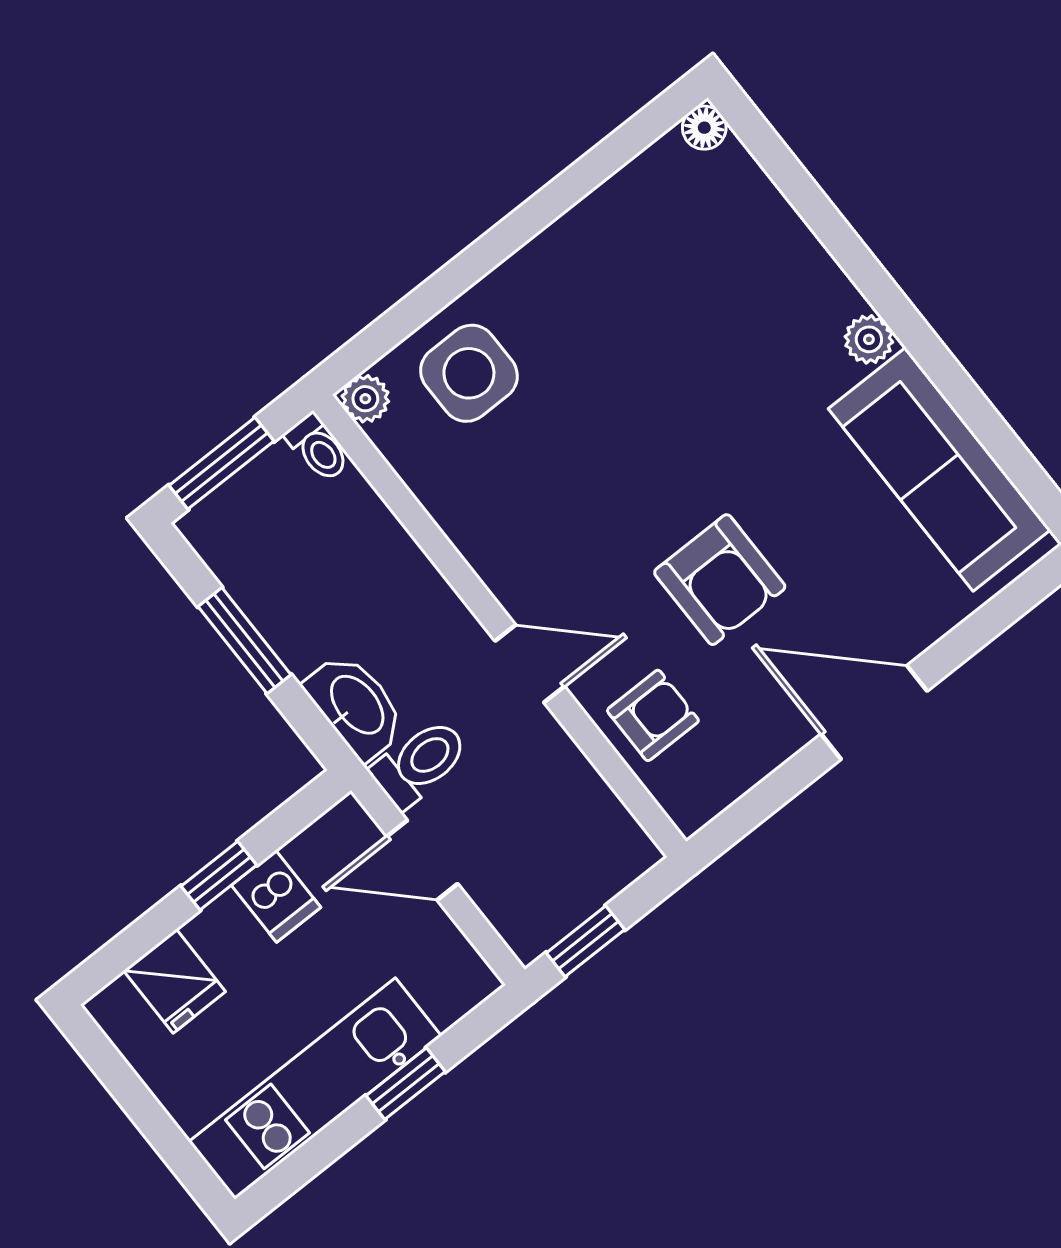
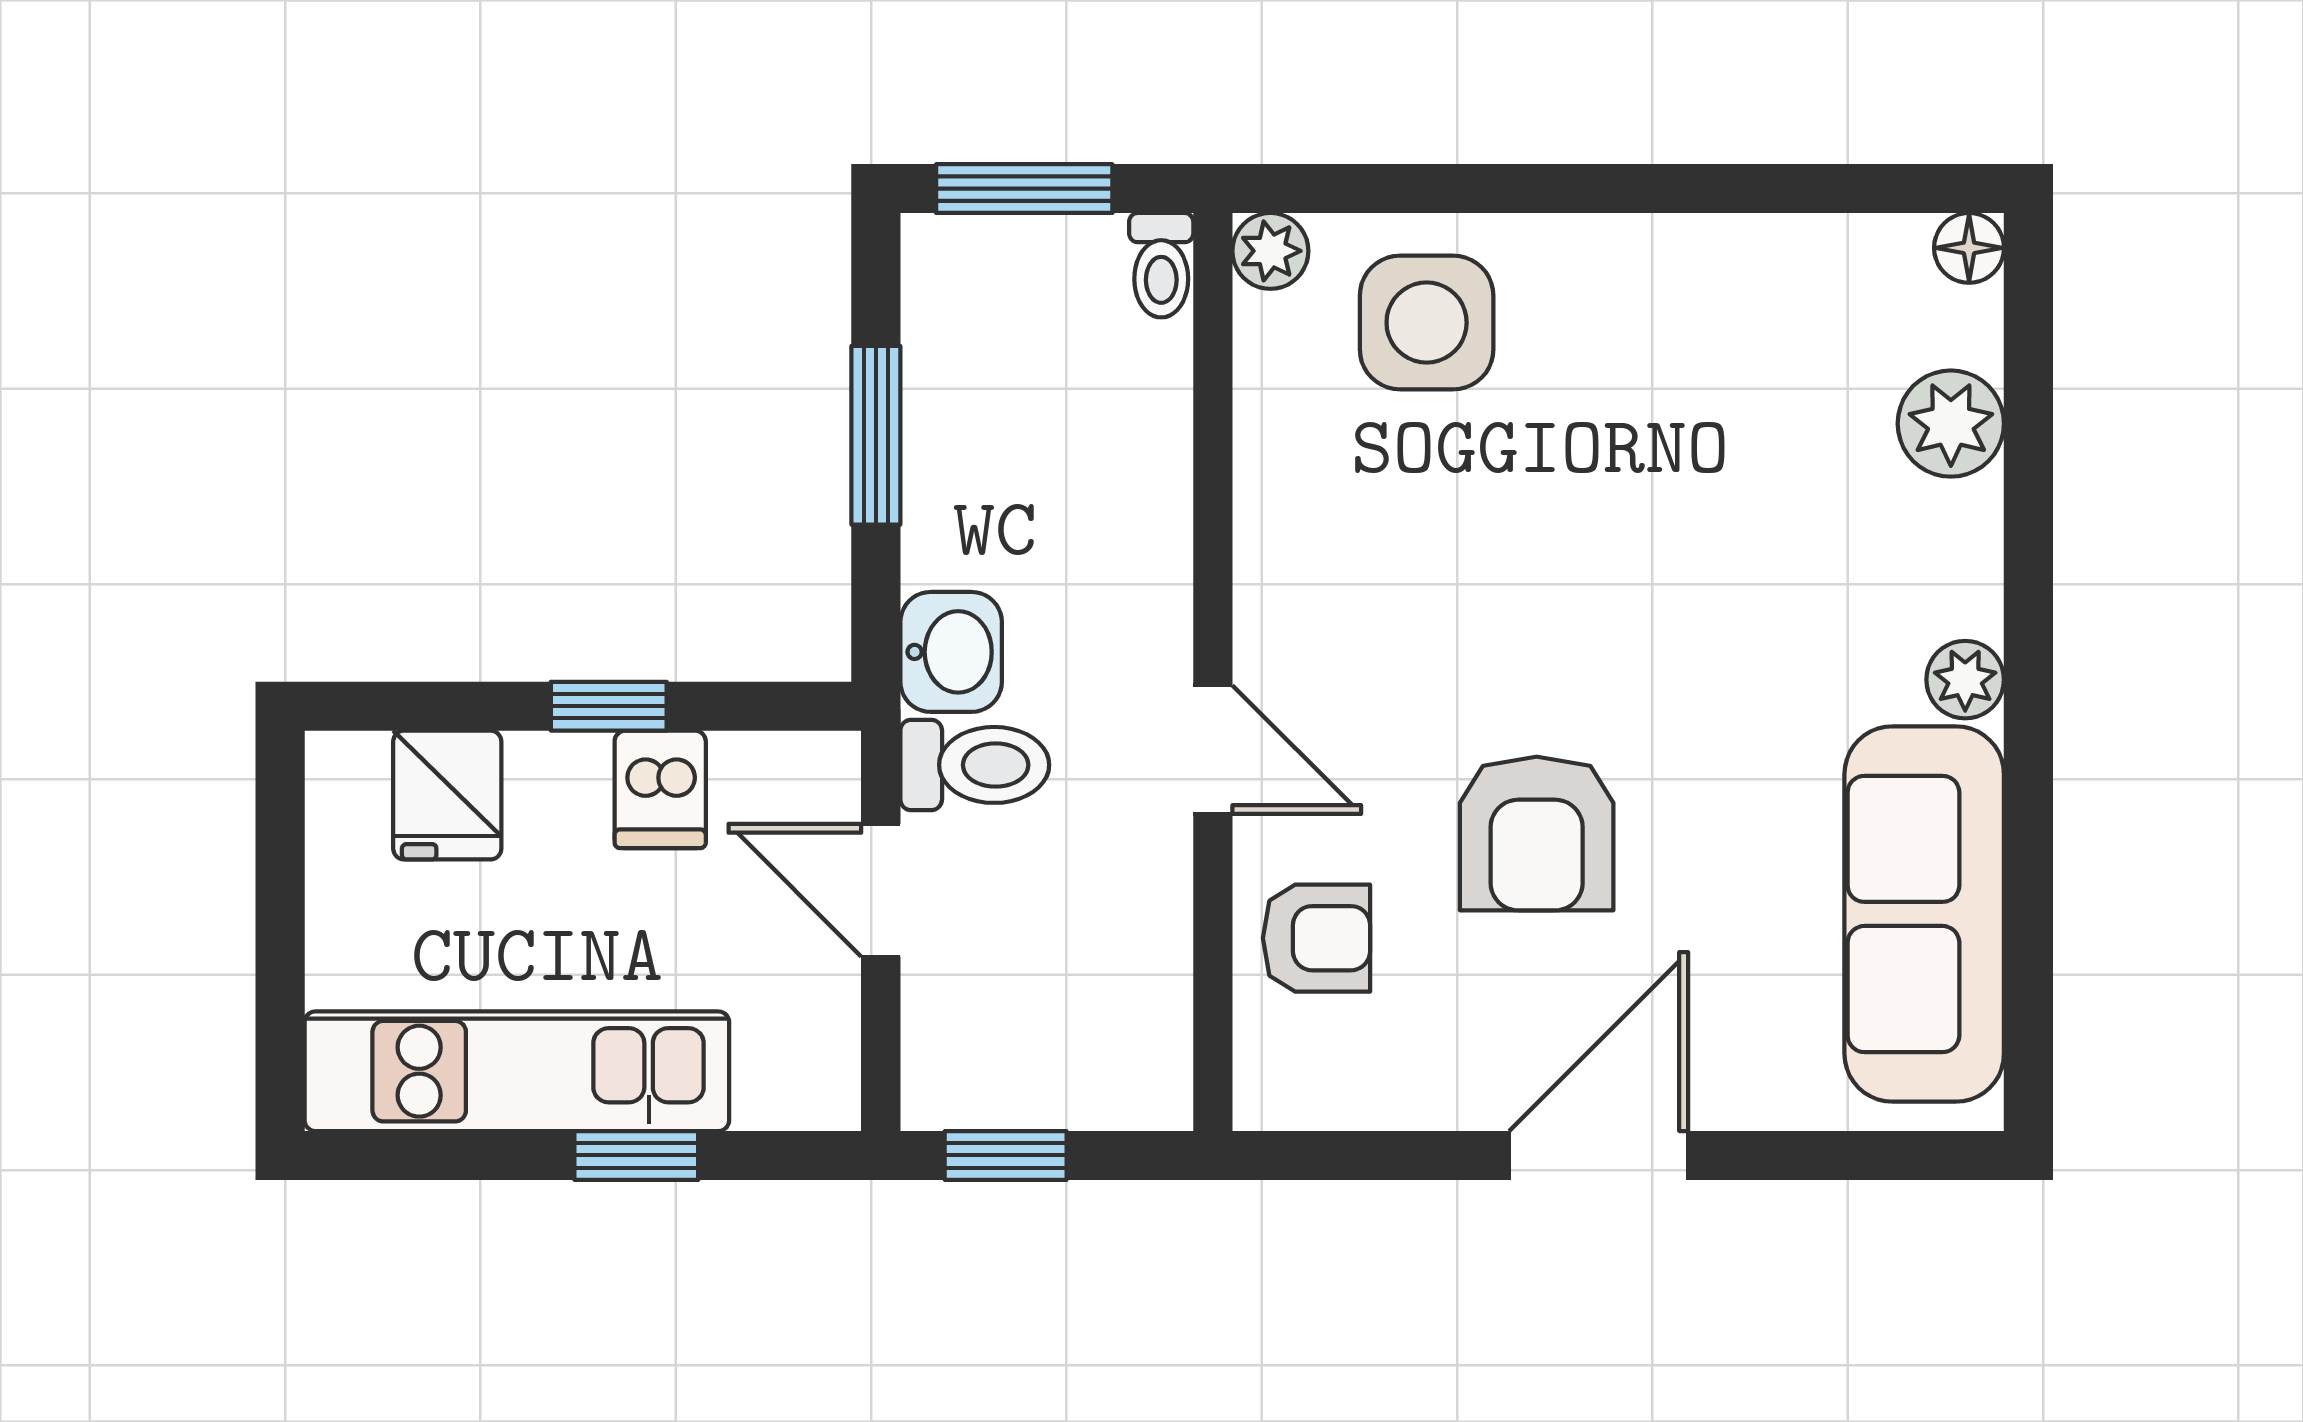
plant: (763, 220) -> (1951, 424), added
washbasin: (356, 706) -> (951, 652), width x0.72
door: (874, 712) -> (1599, 1155), hinge flipped

